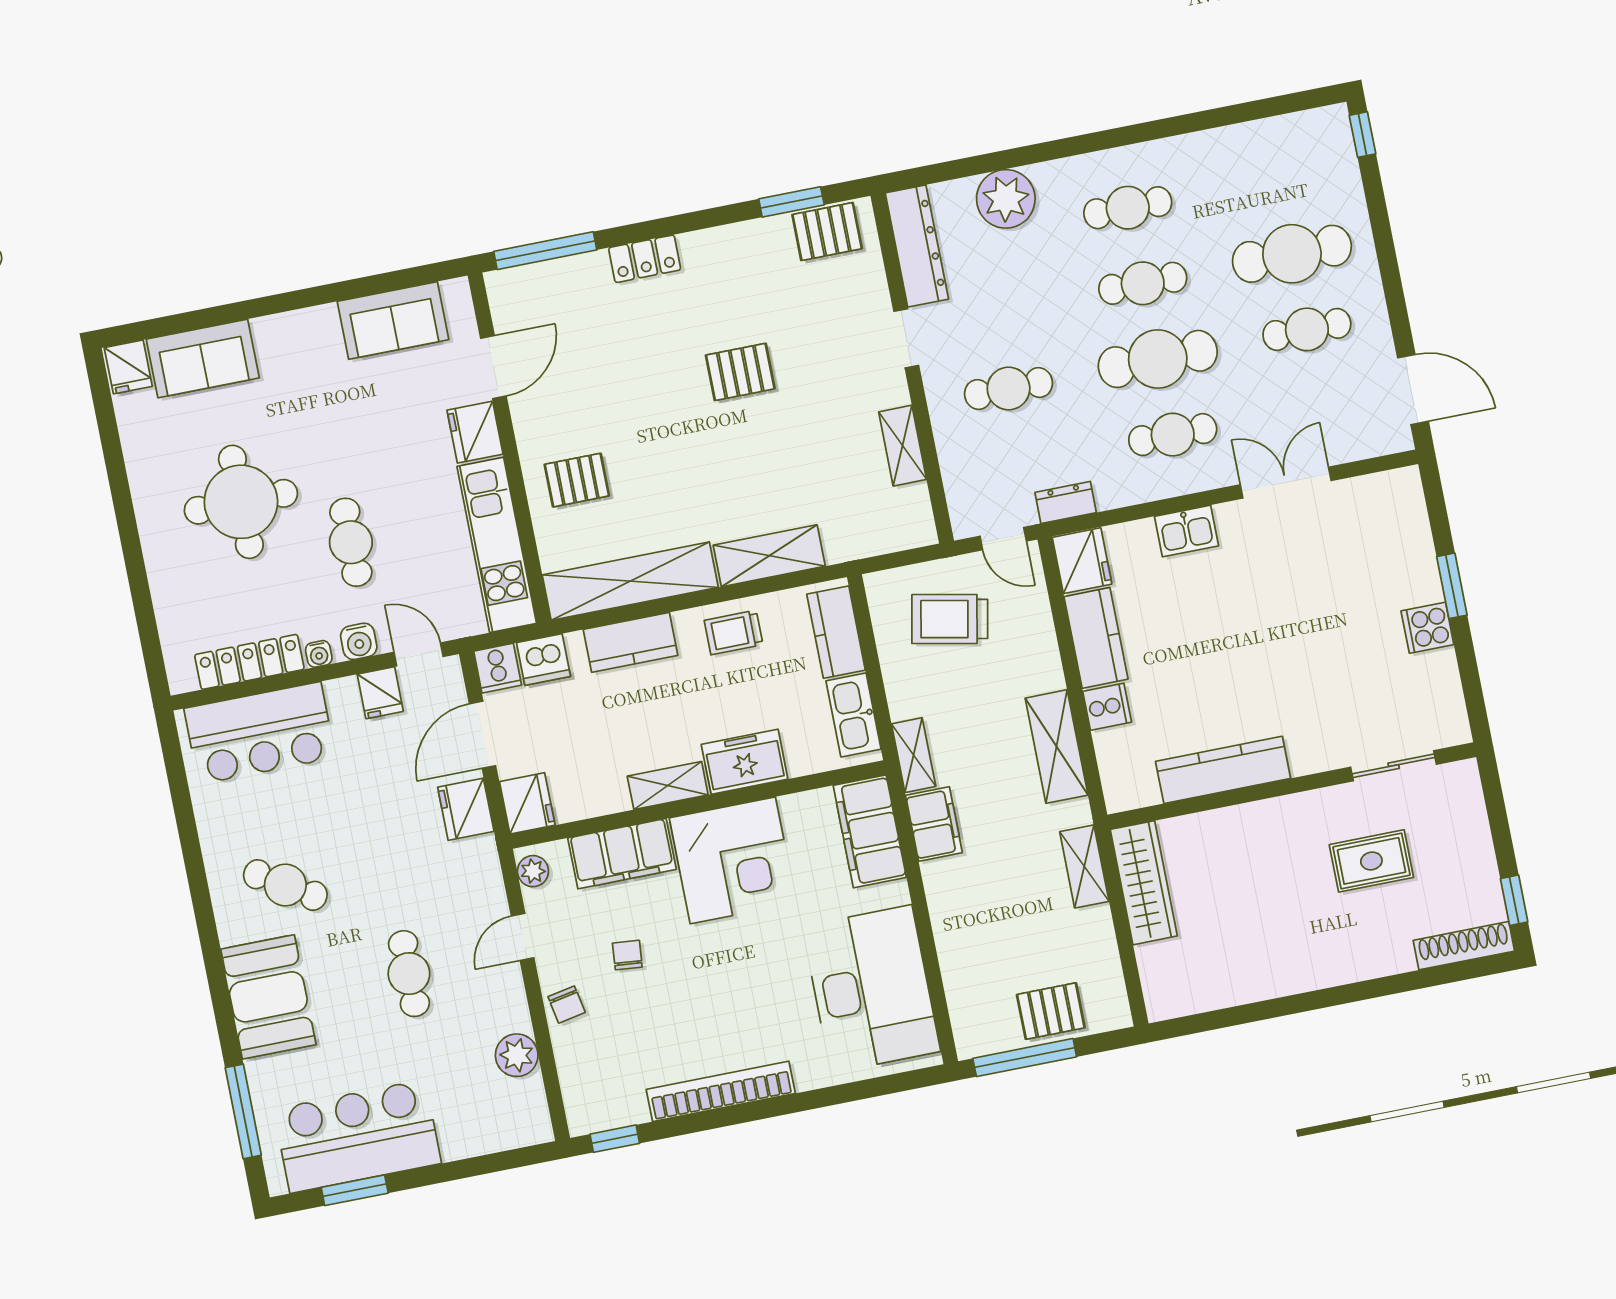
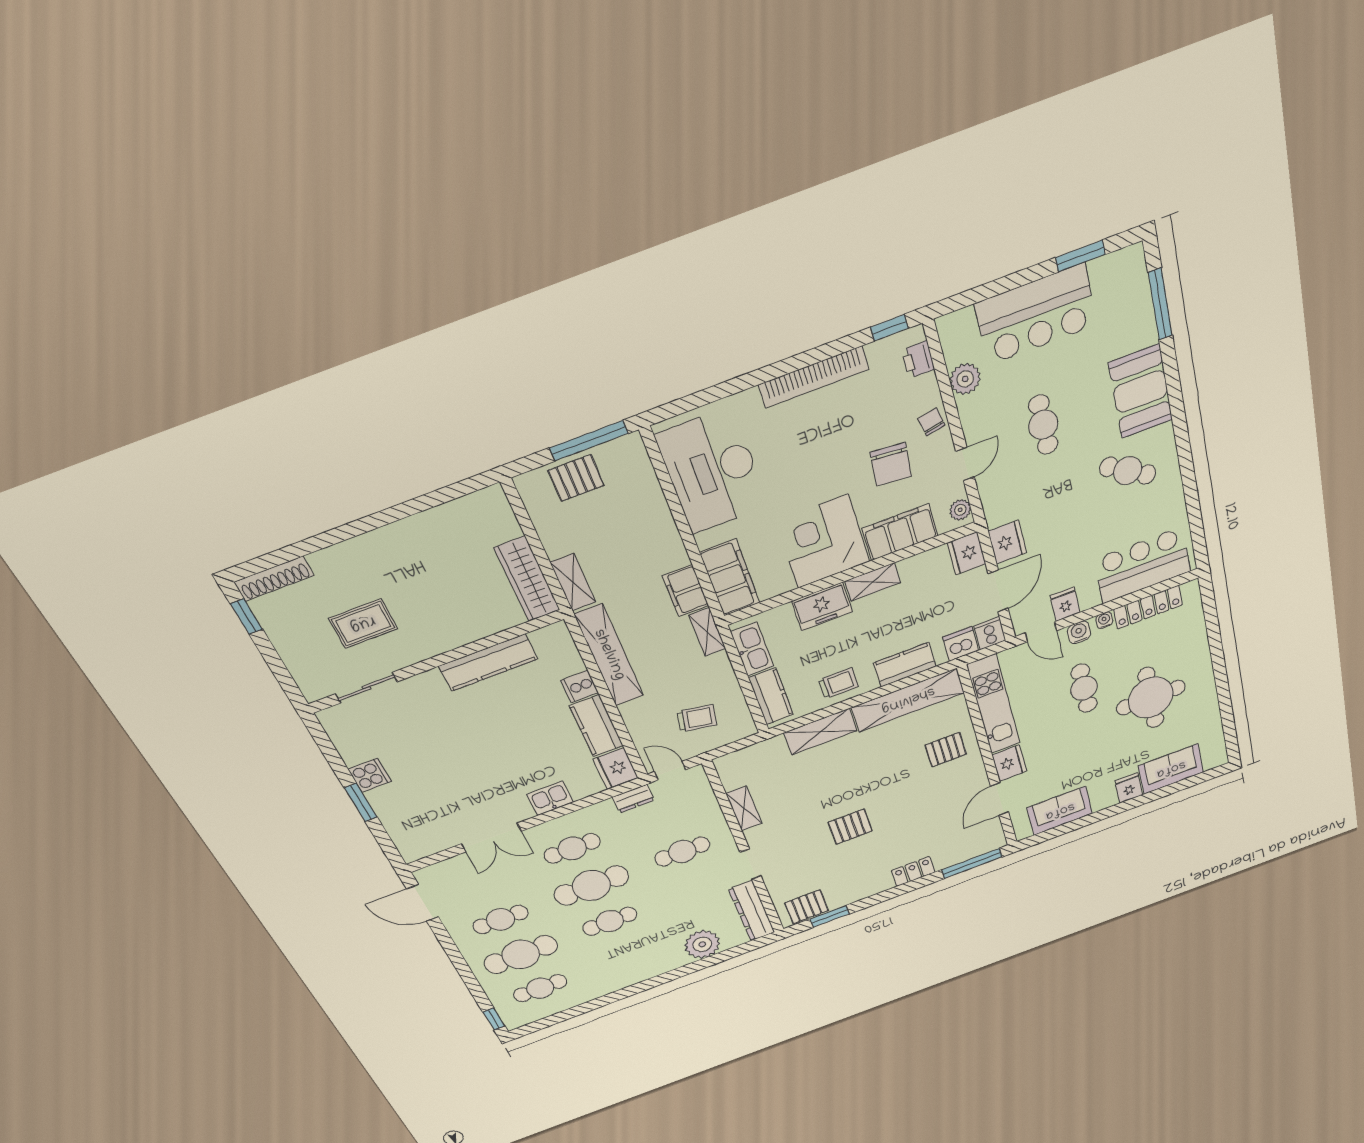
cafe table: (1128, 208) -> (540, 988), moved
fridge: (128, 367) -> (1129, 788), moved
trolley: (950, 619) -> (697, 718), width x0.73, depth x0.72
shelving: (1057, 747) -> (609, 655), width x1.47
chair: (627, 955) -> (891, 464), width x1.87, depth x1.87
printer: (579, 1091) -> (918, 360), added
bar counter: (357, 1136) -> (1036, 315), moved

